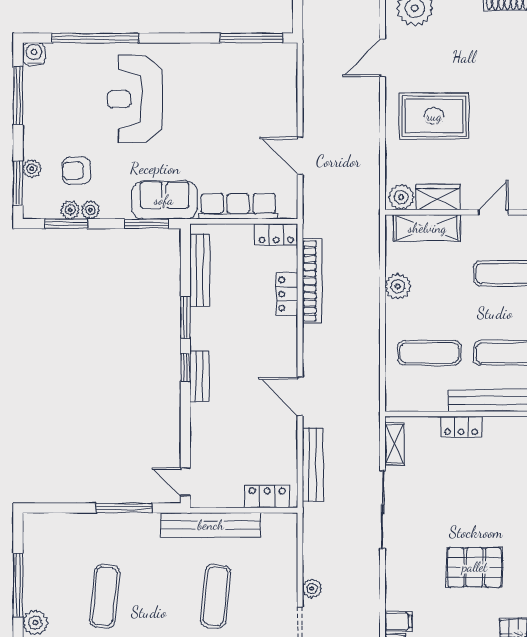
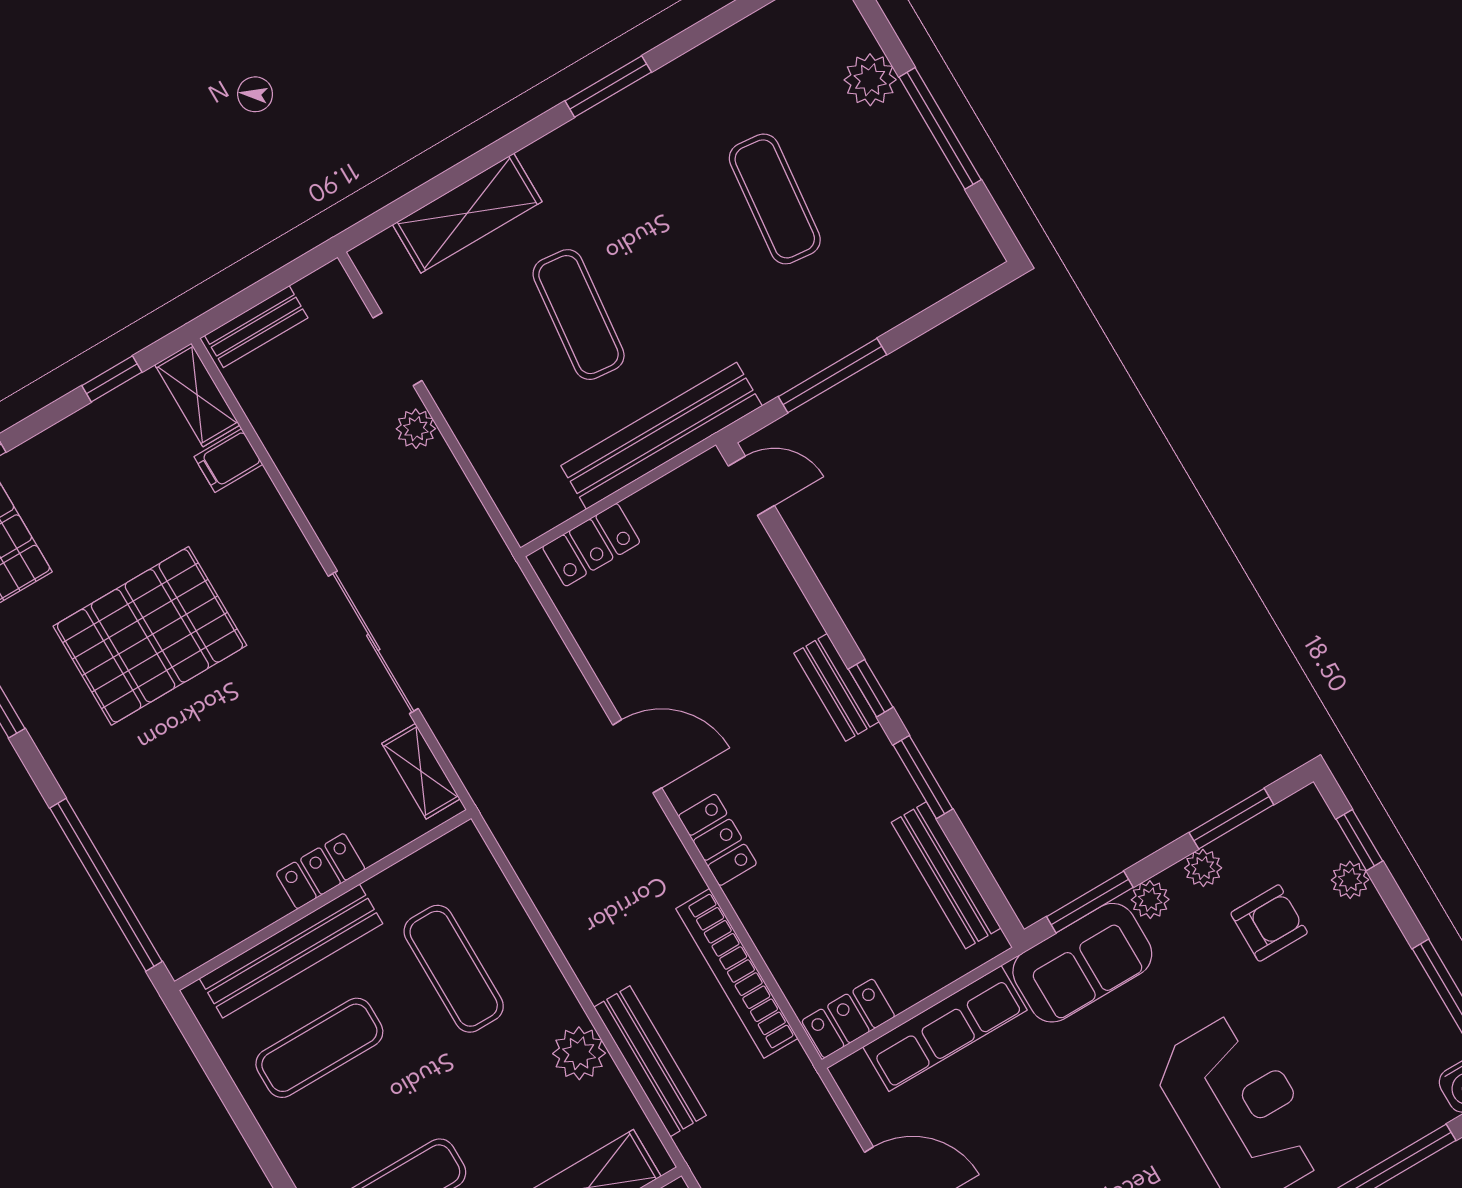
window: (18, 183) -> (1359, 840), width x0.67
plant: (70, 210) -> (1150, 900), moved
locker: (287, 294) -> (717, 840), moved
exercise mat: (429, 353) -> (454, 969), turned 90
bench: (313, 464) -> (650, 1061), moved
pallet: (475, 567) -> (150, 636), width x1.37, depth x1.41

